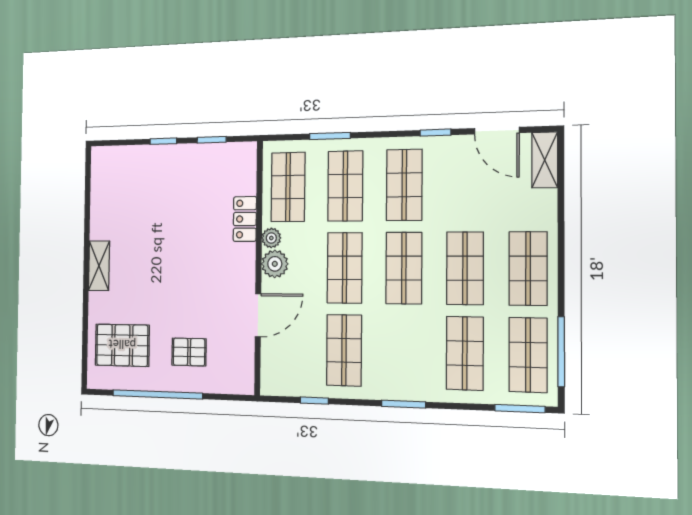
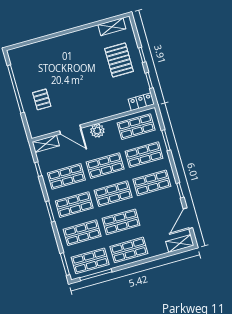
locker: (245, 219) -> (141, 102), moved
plant: (271, 238) -> (109, 125), removed
shelving: (99, 266) -> (112, 27), moved
pallet: (122, 345) -> (119, 60), moved
shop shelf: (403, 352) -> (74, 205), added
shelving: (271, 370) -> (46, 144), added

